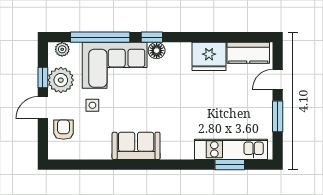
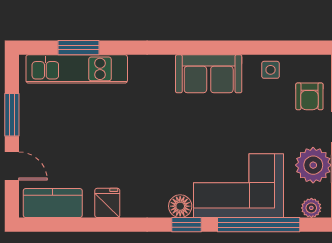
fridge: (209, 56) -> (107, 203), width x0.53, depth x0.75
door: (278, 79) -> (12, 166), hinge flipped
side table: (92, 105) -> (271, 70), moved

